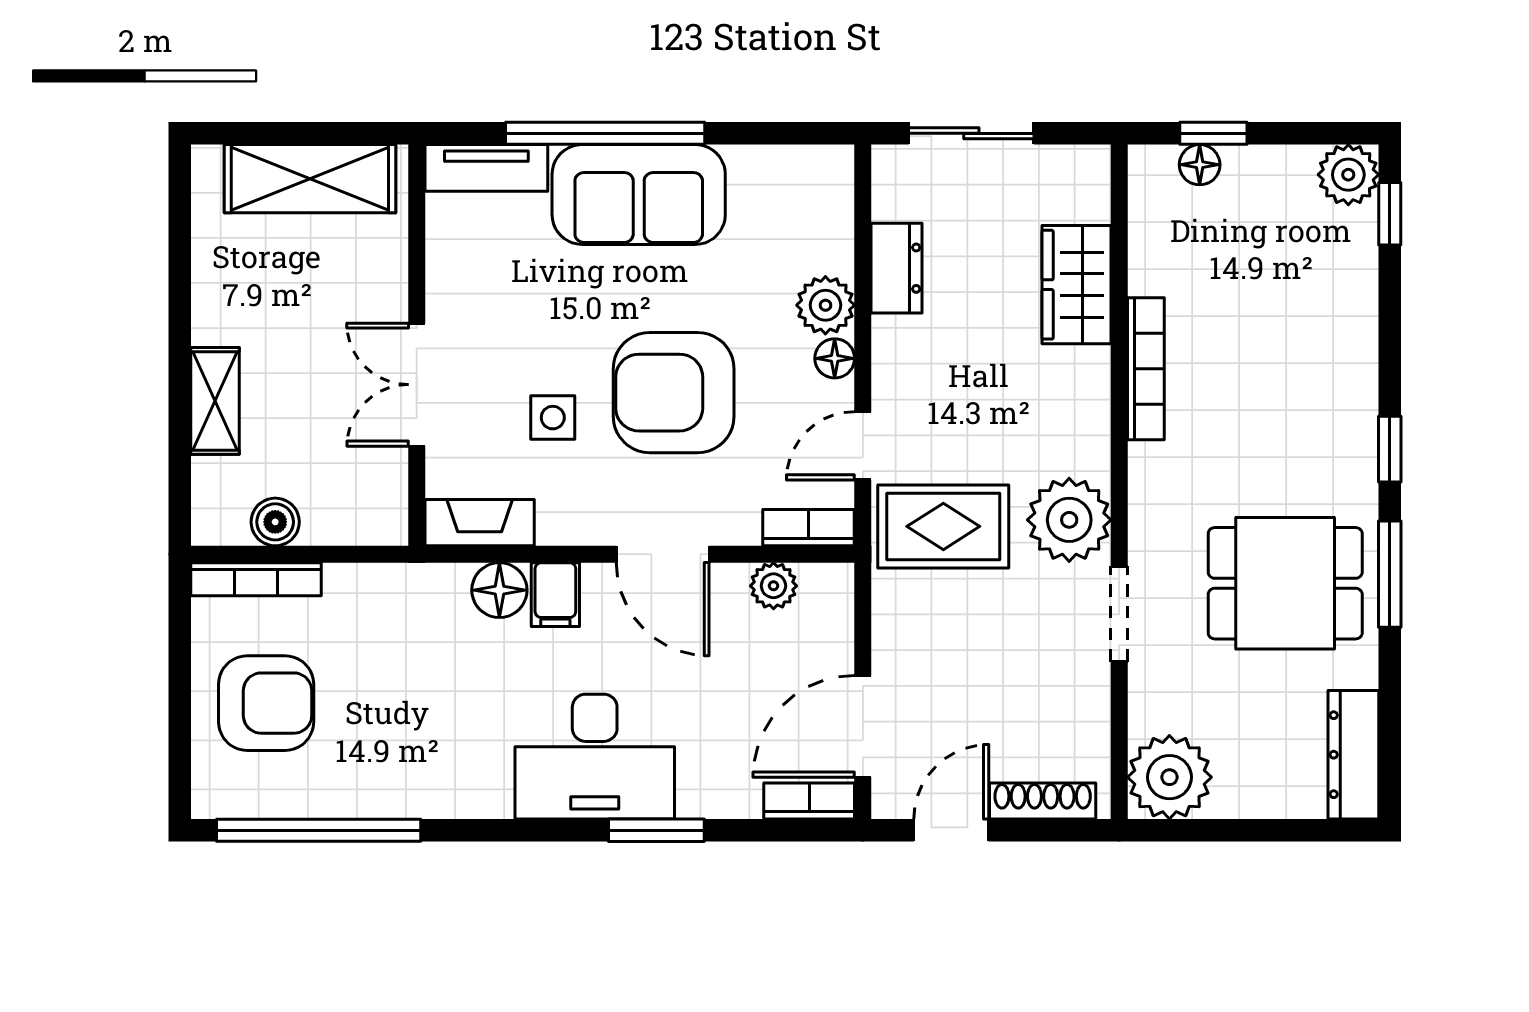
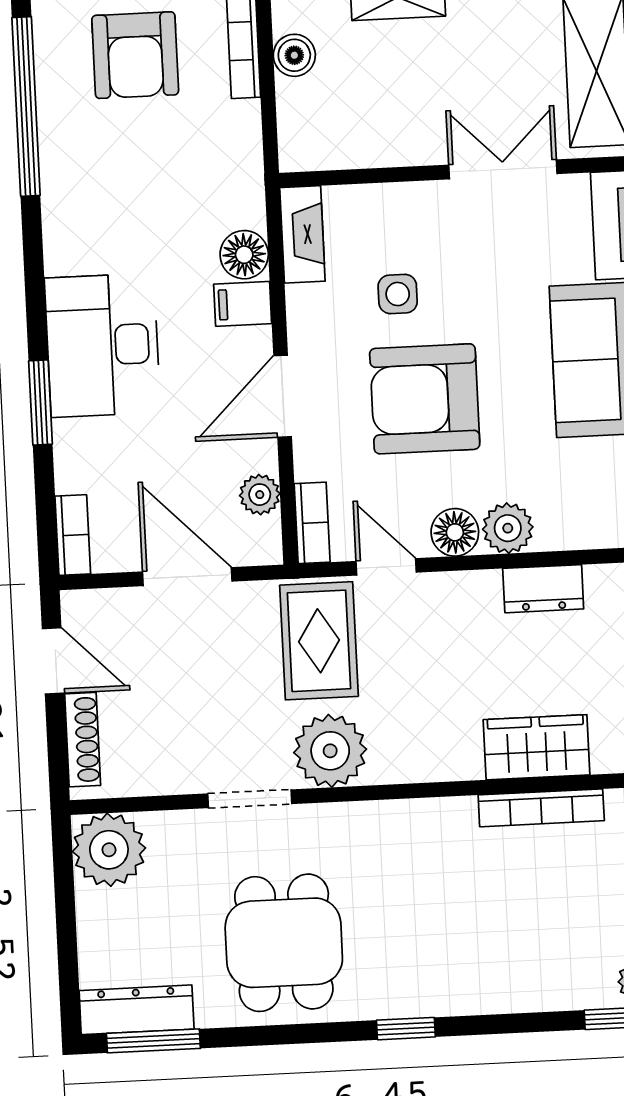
floor lamp: (835, 358) -> (455, 532), width x1.37, depth x1.37
bookcase: (1146, 369) -> (541, 808), moved
double door: (417, 385) -> (503, 169), moved
armchair: (674, 393) -> (425, 399), turned -90
window: (1390, 574) -> (153, 1041), moved
door: (863, 726) -> (187, 577), moved

